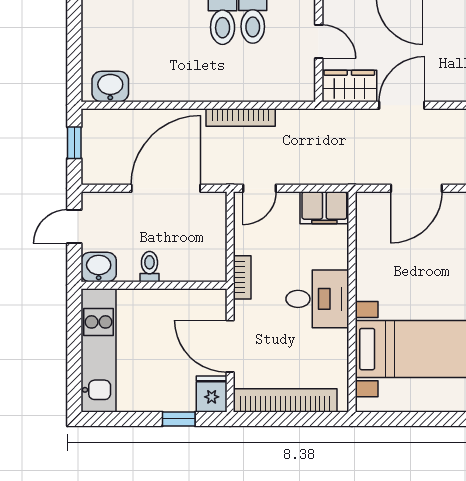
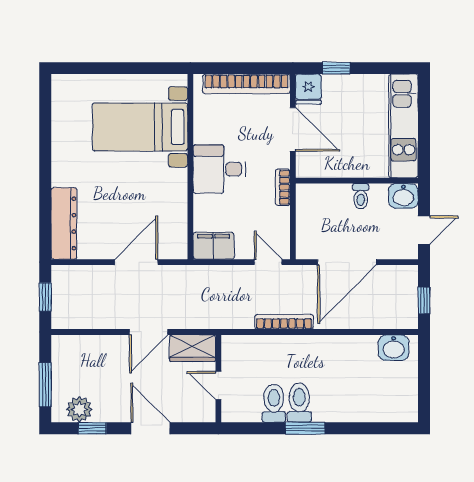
door: (260, 188) -> (268, 262), hinge flipped

